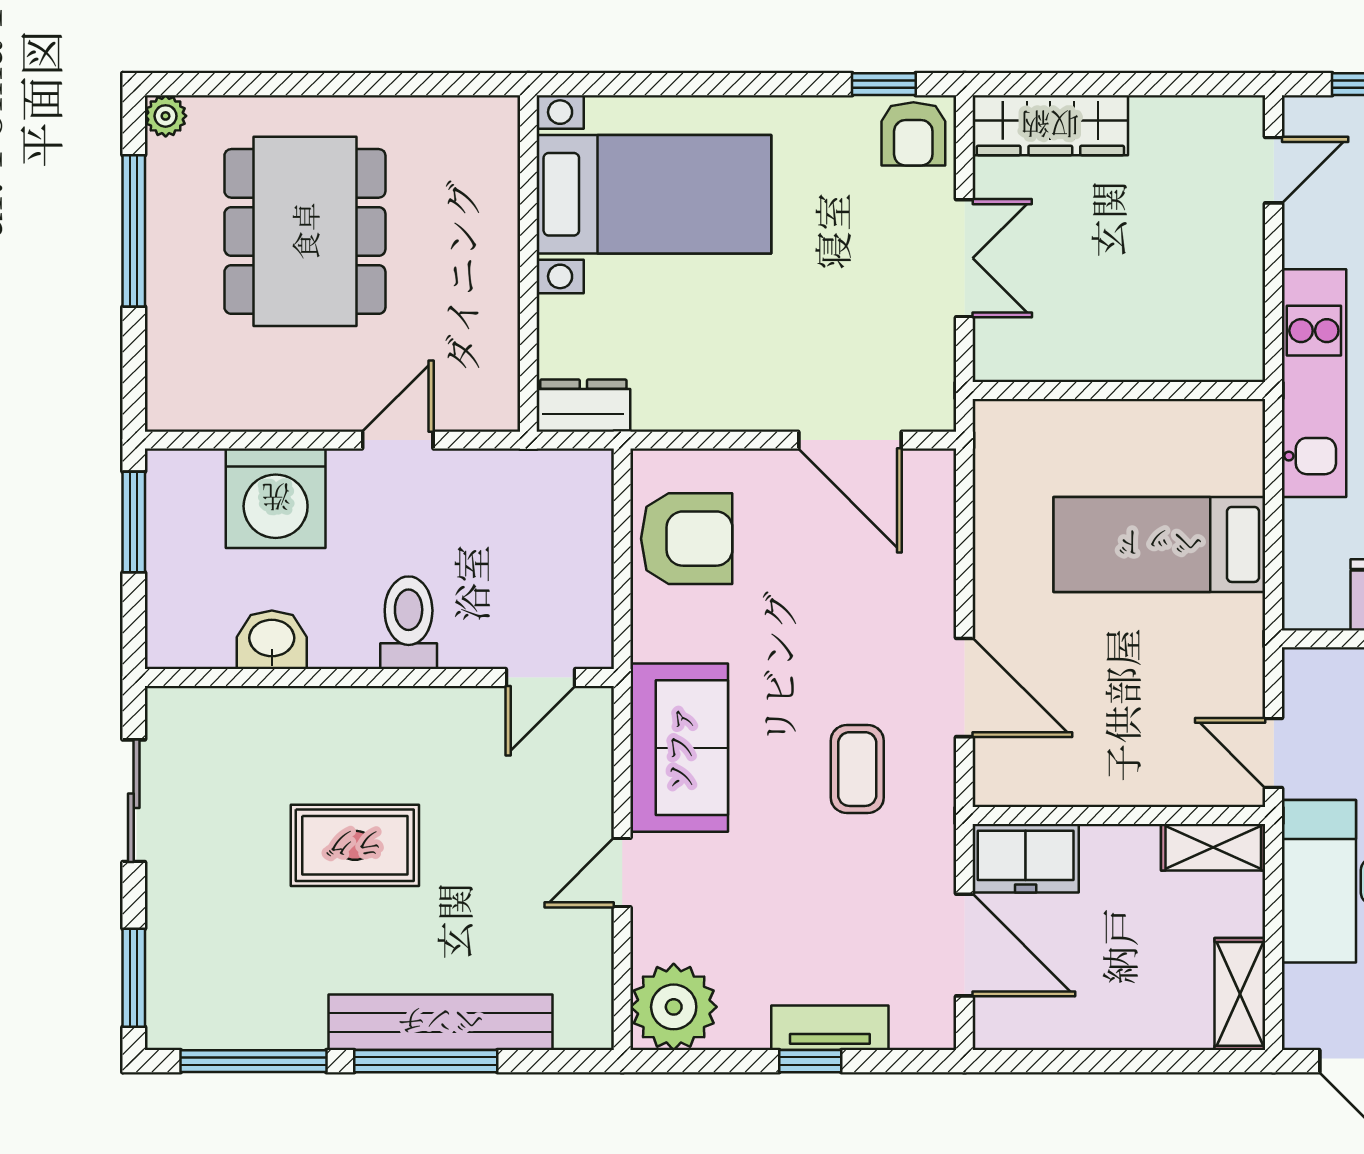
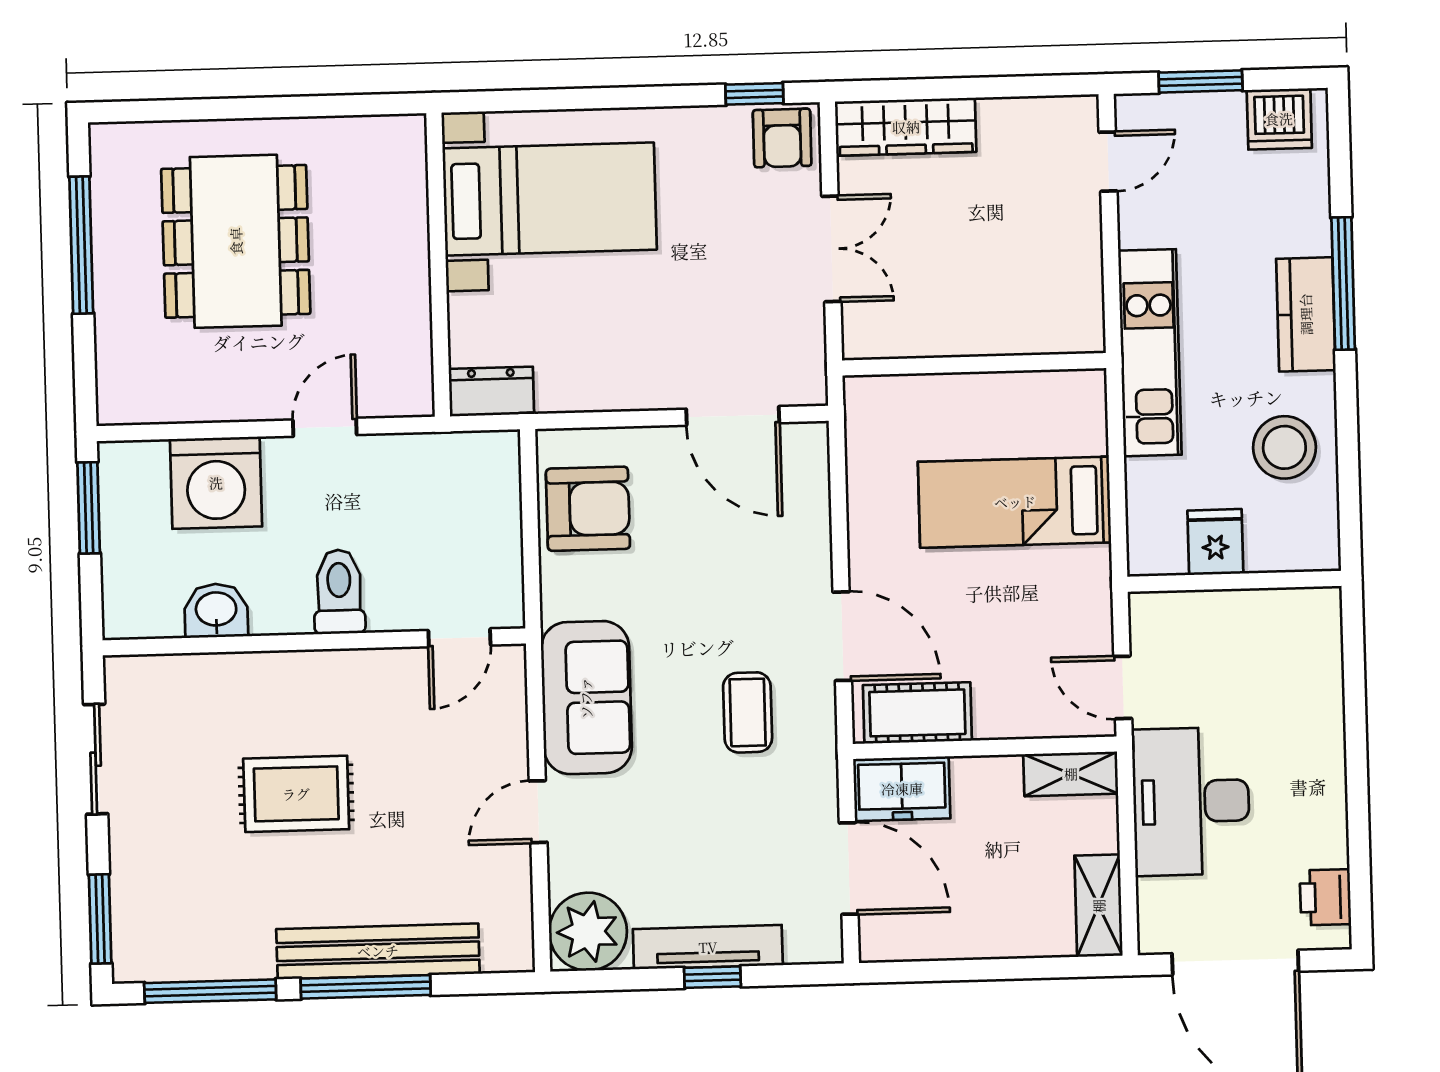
plant: (166, 116) -> (107, 141), removed
cot: (1045, 775) -> (917, 713), added
tv unit: (830, 1028) -> (708, 947), width x1.41

